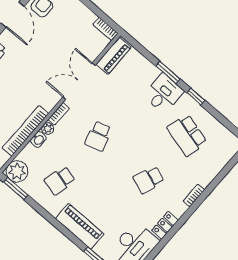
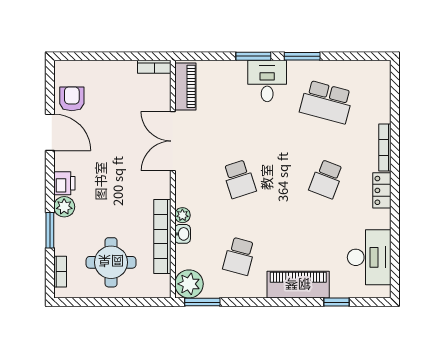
window: (196, 97) -> (302, 56), width x1.50
bookcase: (59, 114) -> (181, 191), removed
bookcase: (194, 195) -> (385, 147), width x1.56
locker: (165, 225) -> (382, 190), moved

